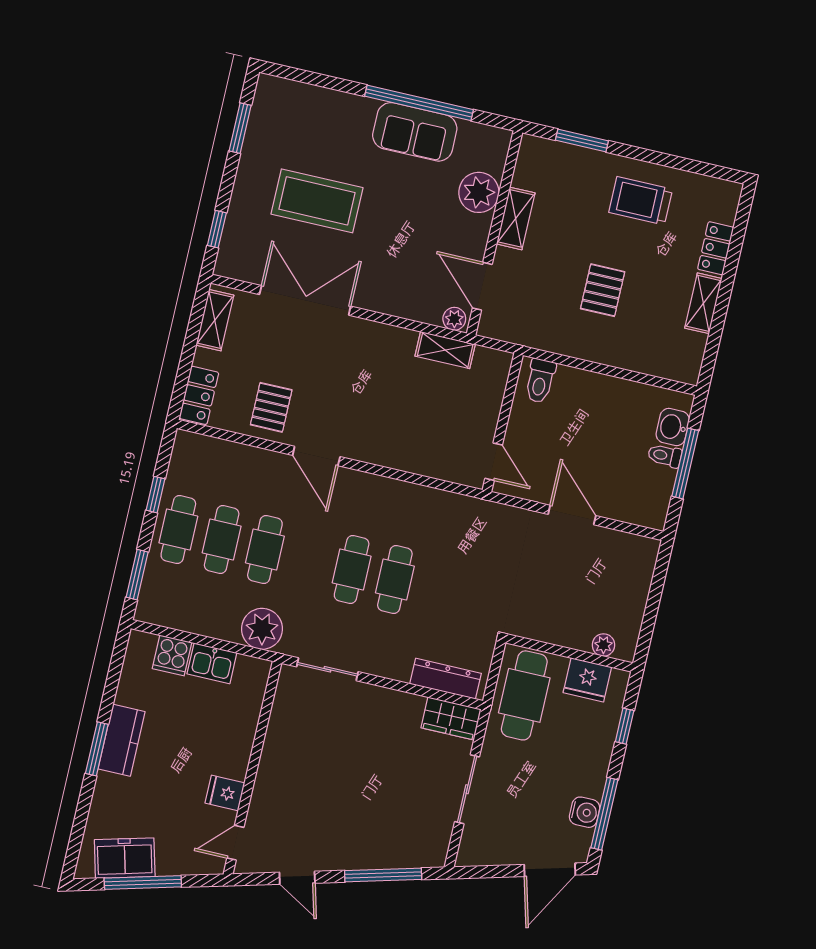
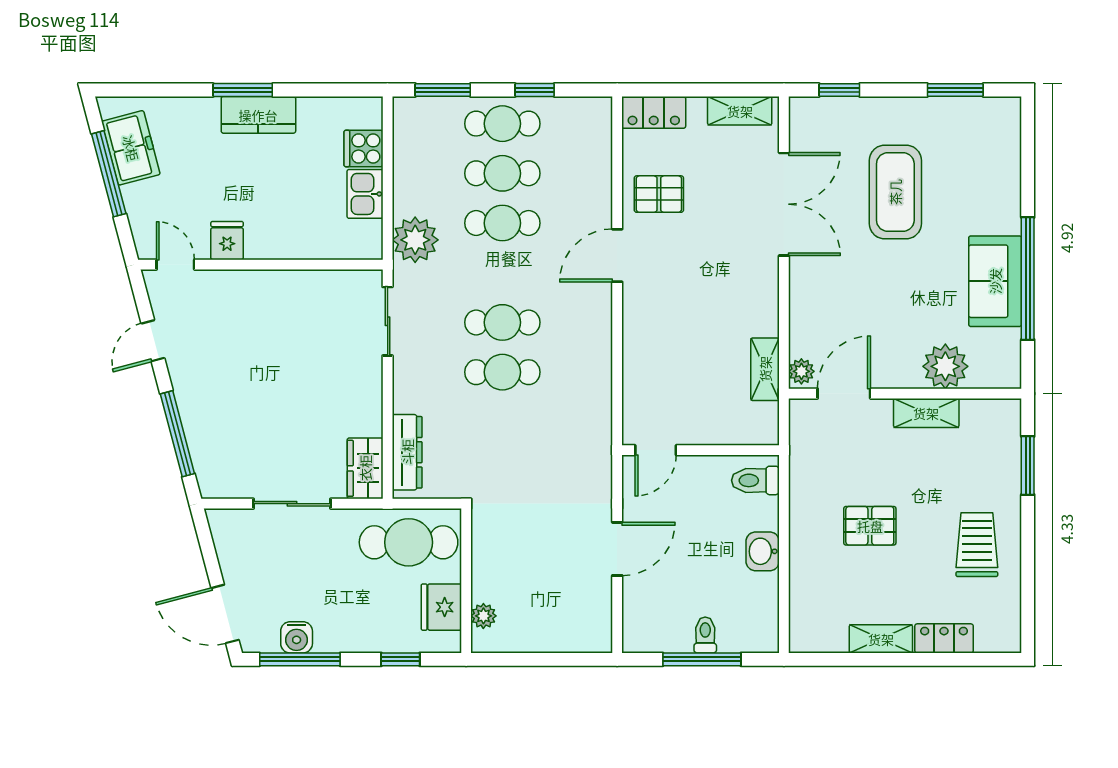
washbasin: (673, 427) -> (763, 551), moved, turned -90

